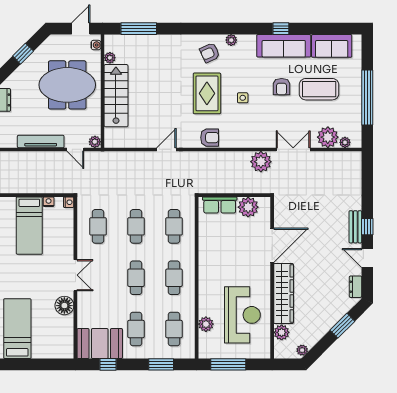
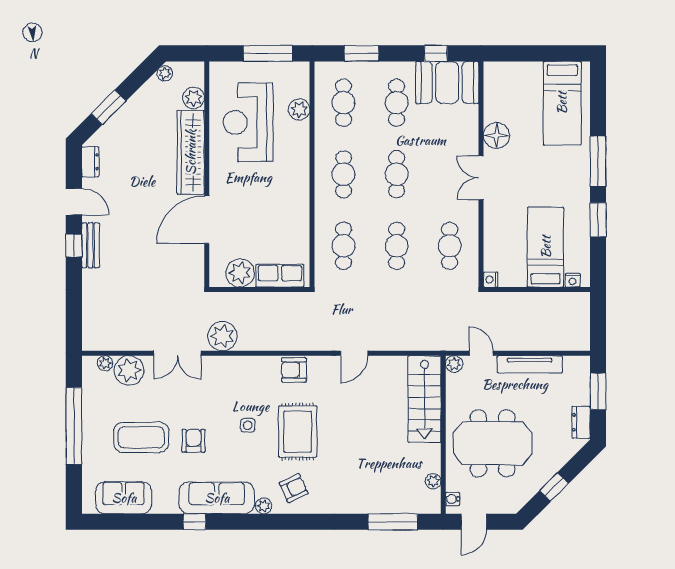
sofa: (284, 46) -> (217, 498), moved
stairs: (116, 96) -> (425, 399), moved
nightstand: (49, 202) -> (572, 280), moved

